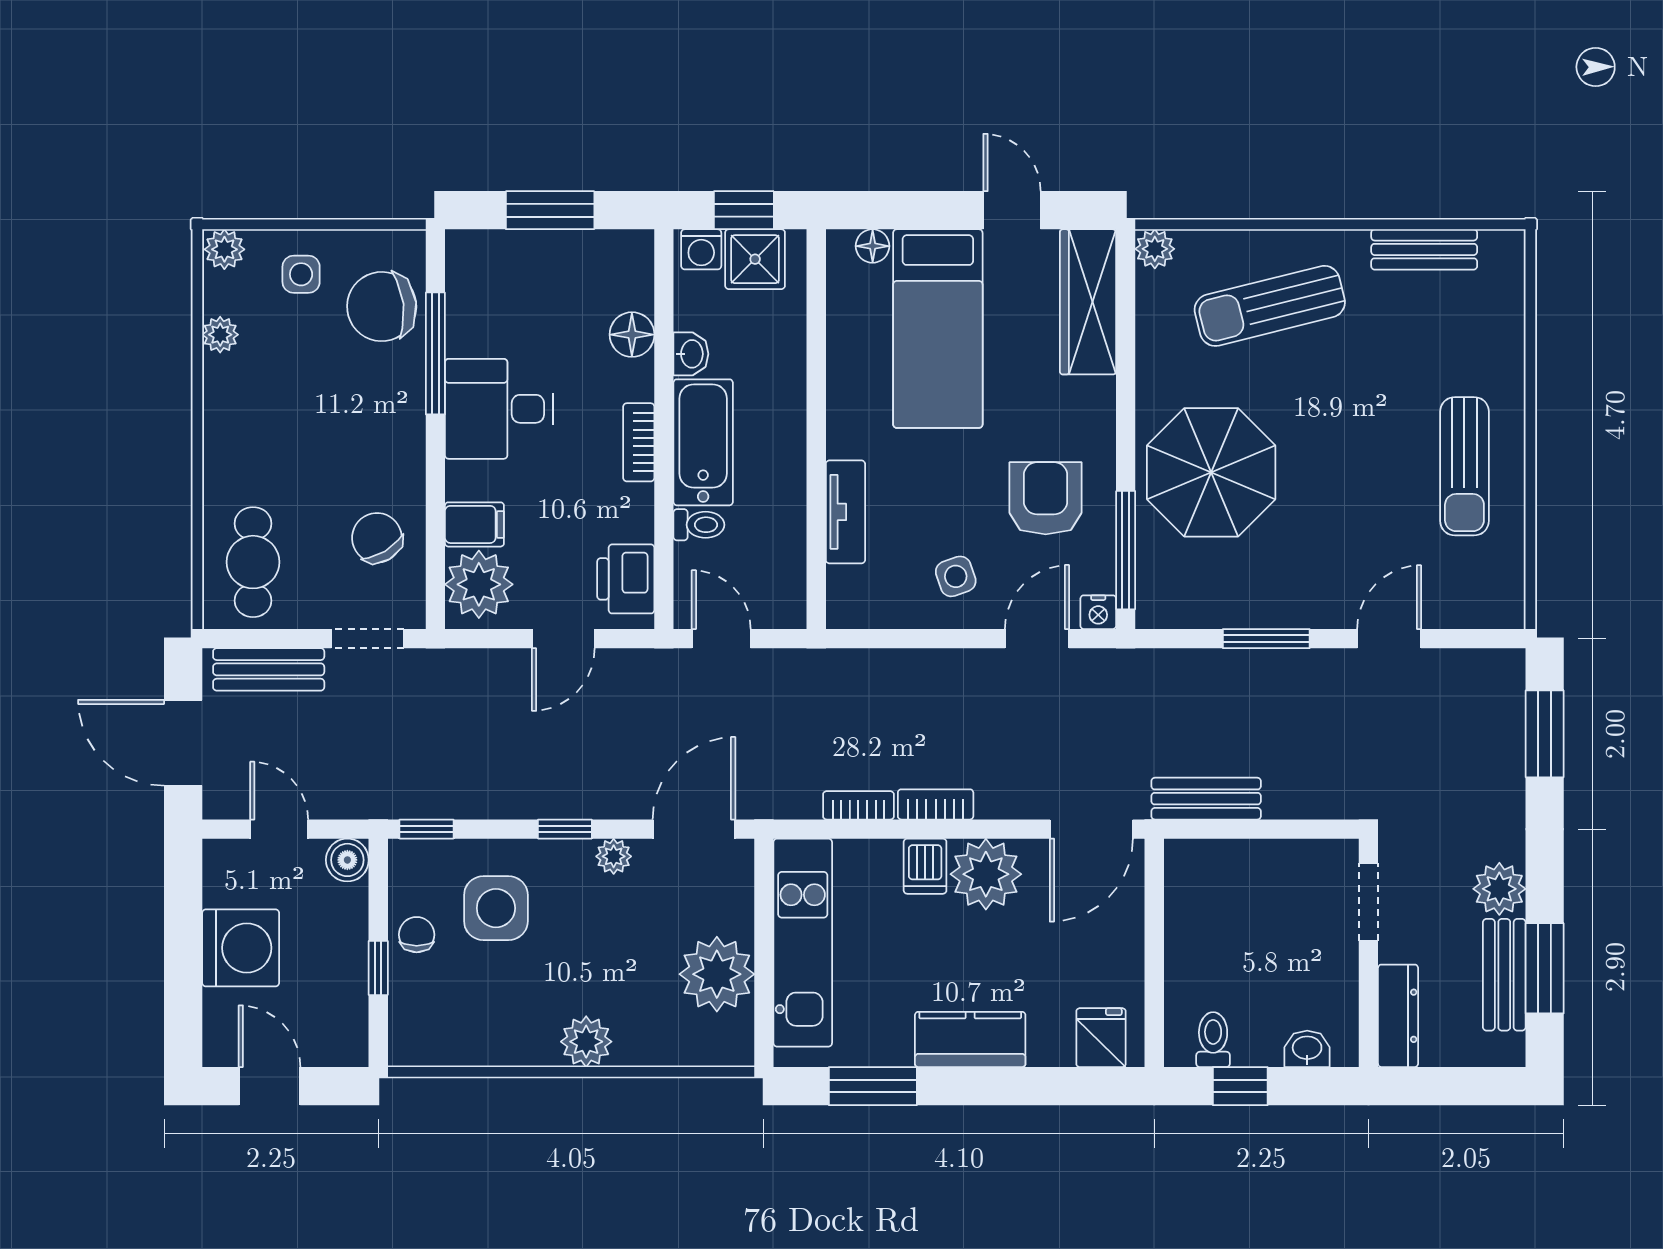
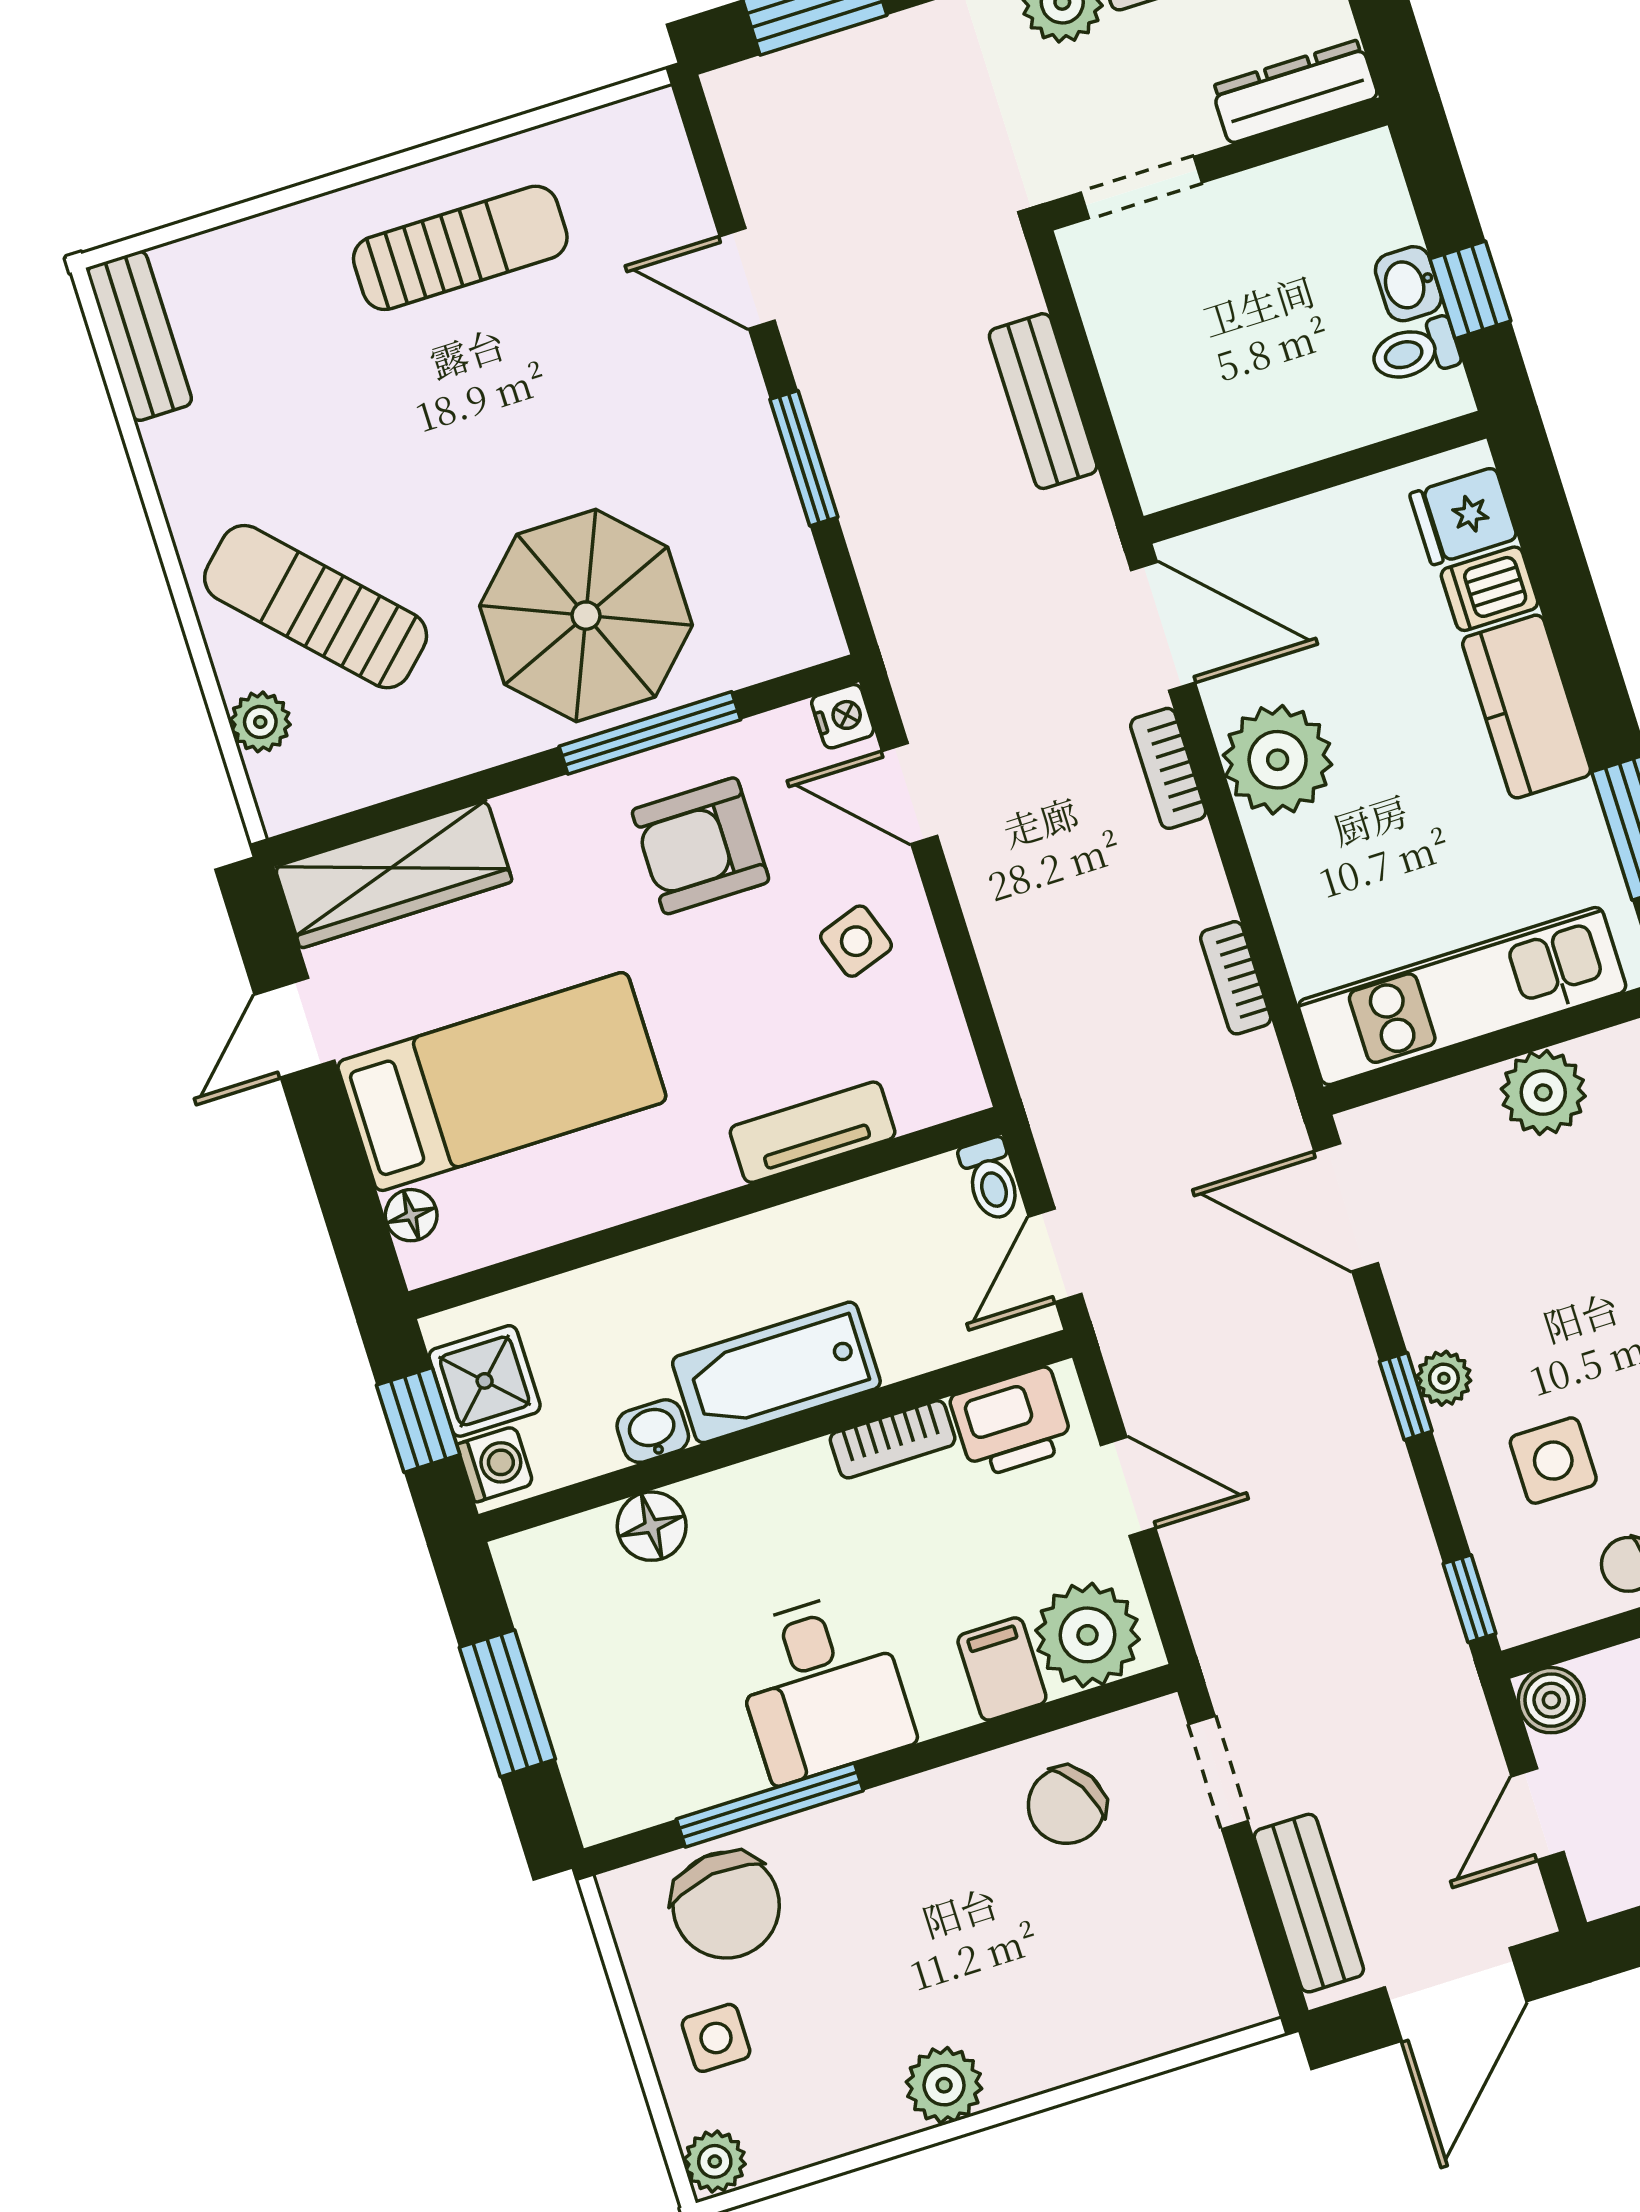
plant: (1155, 249) -> (260, 722), moved
bench: (1424, 249) -> (139, 336), moved
sun lounger: (1270, 306) -> (316, 607), turned 150
plant: (220, 335) -> (944, 2085), moved, width x1.38, depth x1.38
bookcase: (639, 442) -> (893, 1439), moved
toilet: (699, 525) -> (991, 1179), moved, turned 180
window: (1126, 550) -> (650, 733), moved
cafe table: (253, 562) -> (1159, 1975), removed
bench: (1206, 799) -> (1043, 401), moved
bookcase: (936, 804) -> (1168, 768), moved
plant: (614, 856) -> (1444, 1378), moved
dishwasher: (925, 866) -> (1490, 589), moved, turned 180
side table: (496, 908) -> (1553, 1461), width x0.73, depth x0.73
plant: (717, 974) -> (1543, 1092), width x0.73, depth x0.73
washbasin: (1307, 1049) -> (1408, 284), moved

